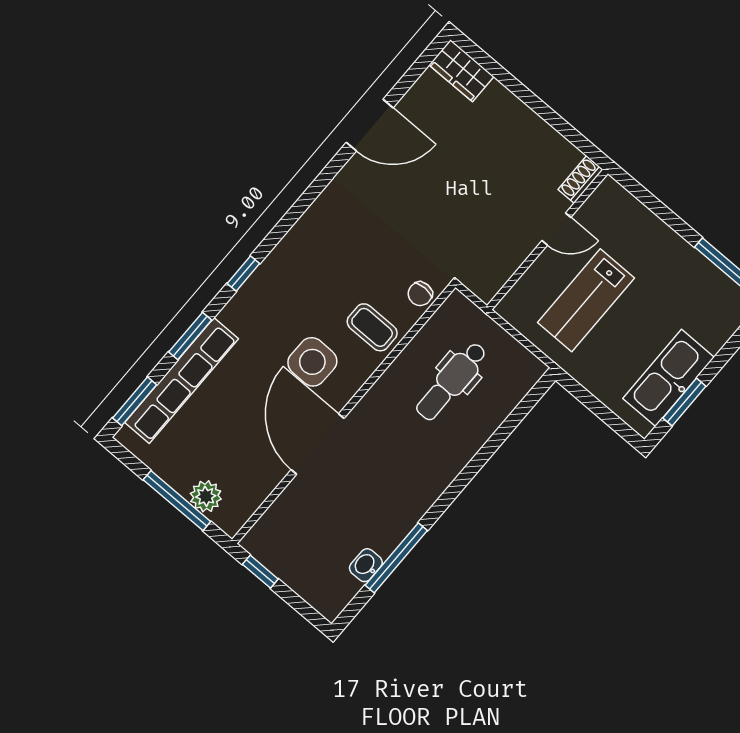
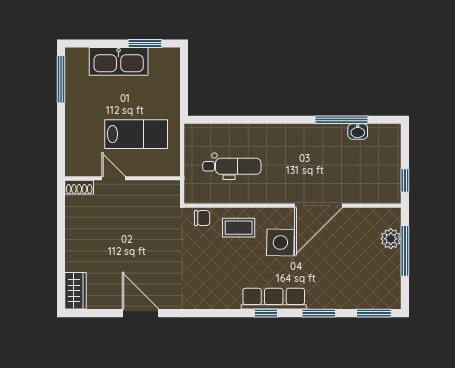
coffee table: (372, 327) -> (239, 228), turned 90
kitchen sink: (668, 378) -> (119, 61), moved
row of seats: (182, 381) -> (274, 299), moved, width x0.73

